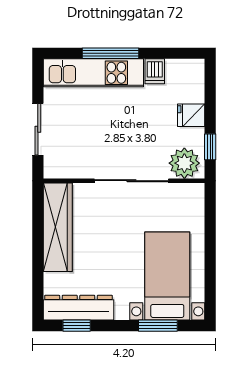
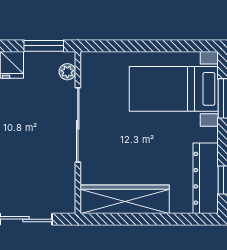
window: (210, 147) -> (44, 46), width x1.50
plant: (184, 163) -> (67, 72), width x0.53, depth x0.53

